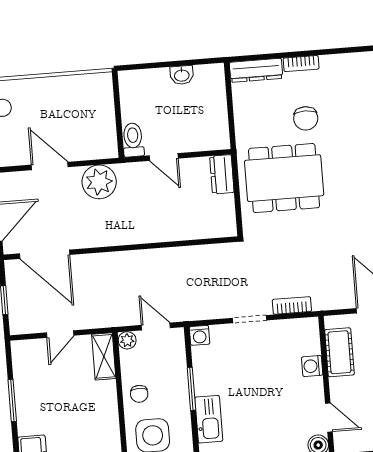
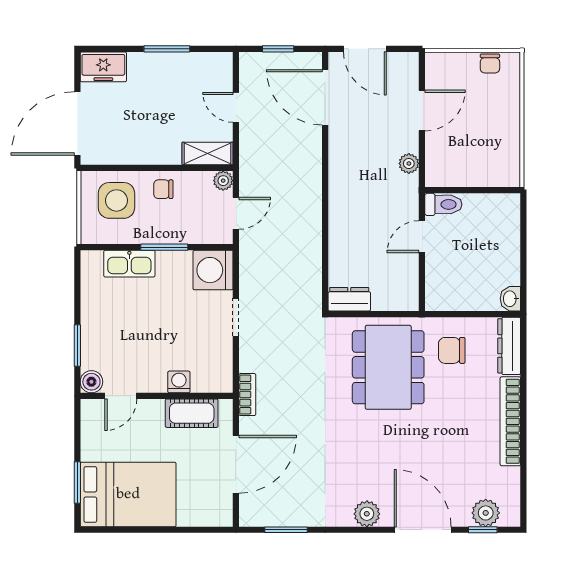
bookcase: (301, 64) -> (510, 421), width x2.31, depth x1.31
washbasin: (182, 75) -> (510, 299), moved
chair: (306, 118) -> (452, 350), moved
dresser: (222, 174) -> (349, 299), moved
plant: (99, 182) -> (409, 163), width x0.53, depth x0.53
door: (45, 254) -> (325, 97), hinge flipped
bookcase: (292, 305) -> (247, 395), moved
washing machine: (200, 335) -> (213, 270), width x1.89, depth x1.89

